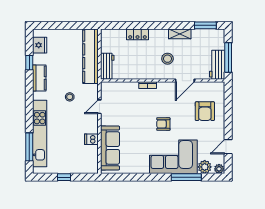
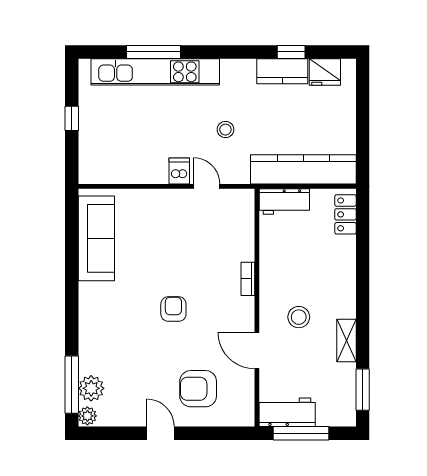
locker: (138, 34) -> (345, 214), moved
kitchen counter: (39, 78) -> (282, 71), moved
dishwasher: (91, 139) -> (179, 171), moved
window: (29, 147) -> (154, 52), moved
door: (228, 147) -> (161, 433), moved
sofa: (110, 148) -> (96, 238), moved, turned -90
corner sofa: (173, 157) -> (111, 328), removed
window: (186, 177) -> (72, 385), moved

